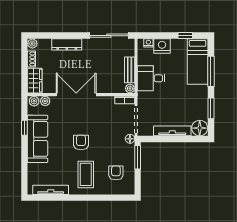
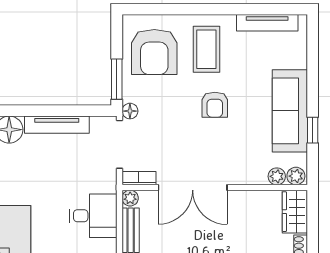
double door: (76, 95) -> (193, 187), moved
armchair: (116, 173) -> (154, 52), width x1.88, depth x1.88

